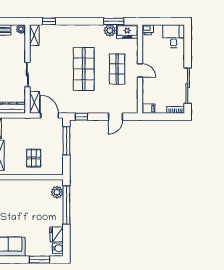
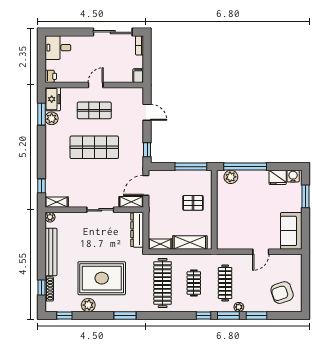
window: (66, 141) -> (191, 167), moved

